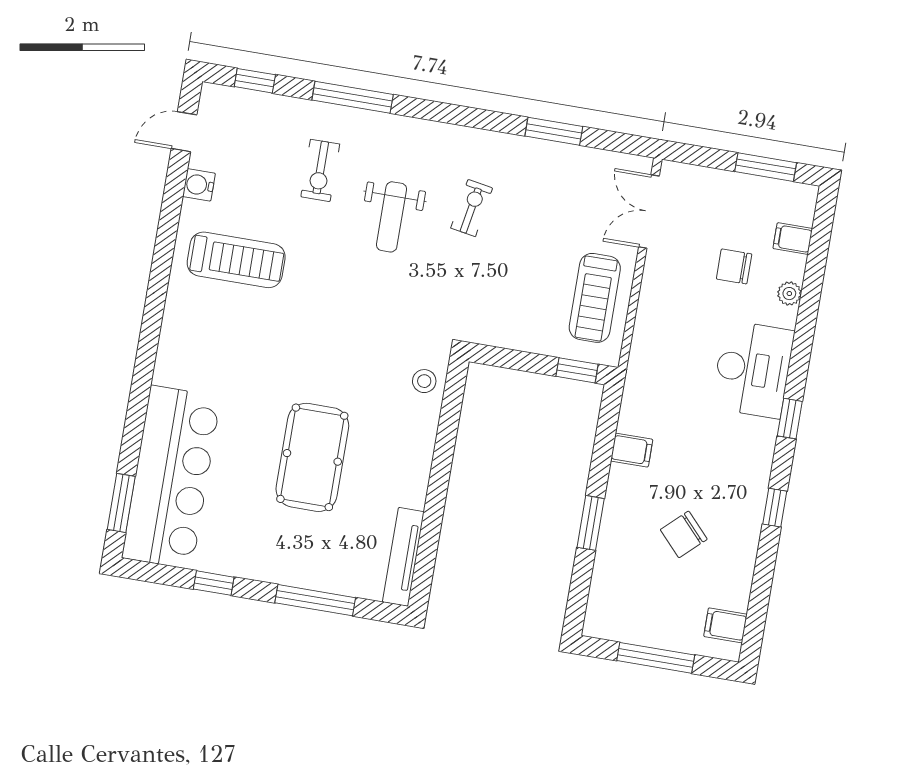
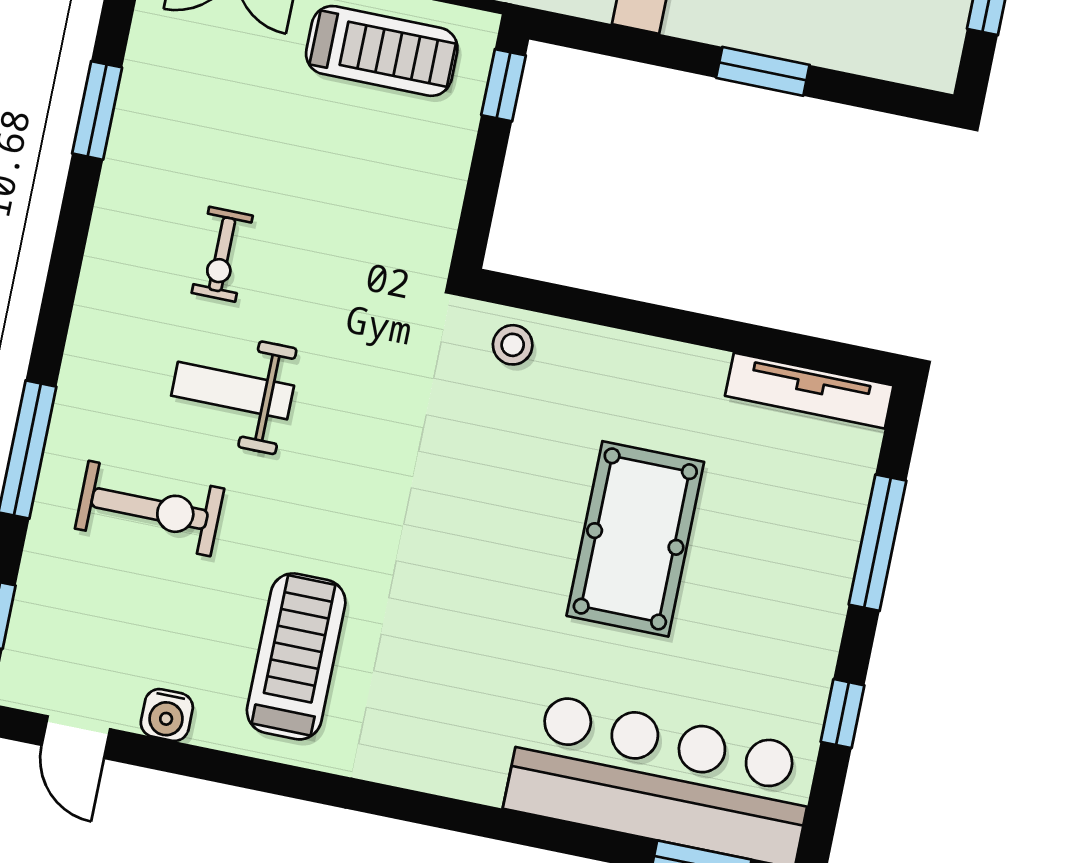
exercise bike: (320, 170) -> (150, 509), width x1.38, depth x1.39
exercise bike: (472, 208) -> (222, 254), turned -100
weight bench: (391, 217) -> (233, 391), turned 180
pool table: (312, 457) -> (635, 539), turned 90

